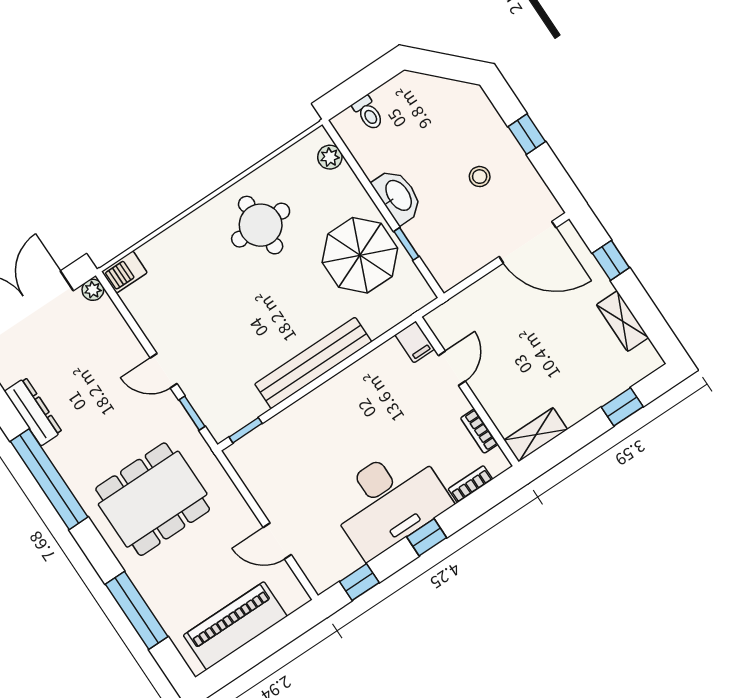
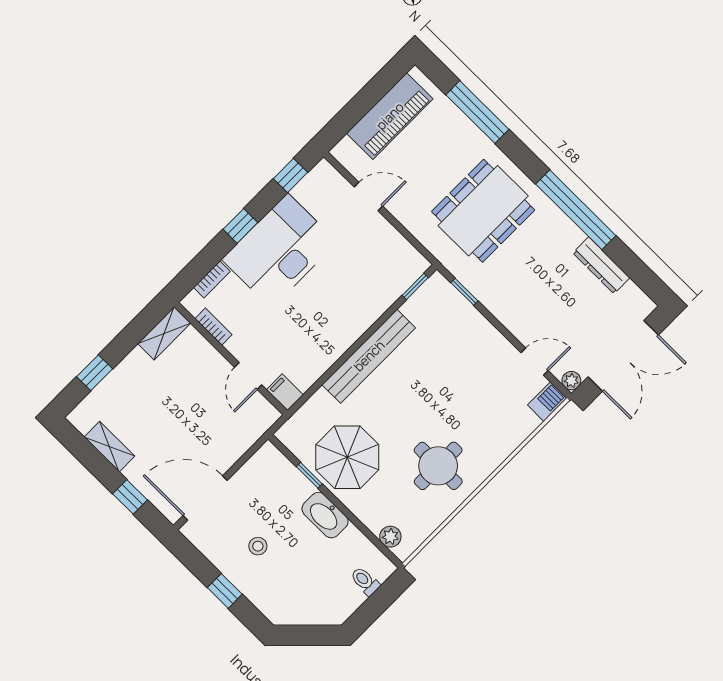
door: (164, 371) -> (535, 362), moved

